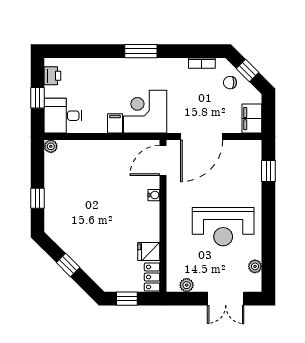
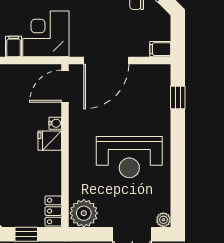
filing cabinet: (252, 119) -> (160, 49), width x0.50
fridge: (149, 252) -> (50, 141), moved
plant: (255, 266) -> (163, 220), moved
plant: (187, 285) -> (84, 213), width x1.87, depth x1.87

